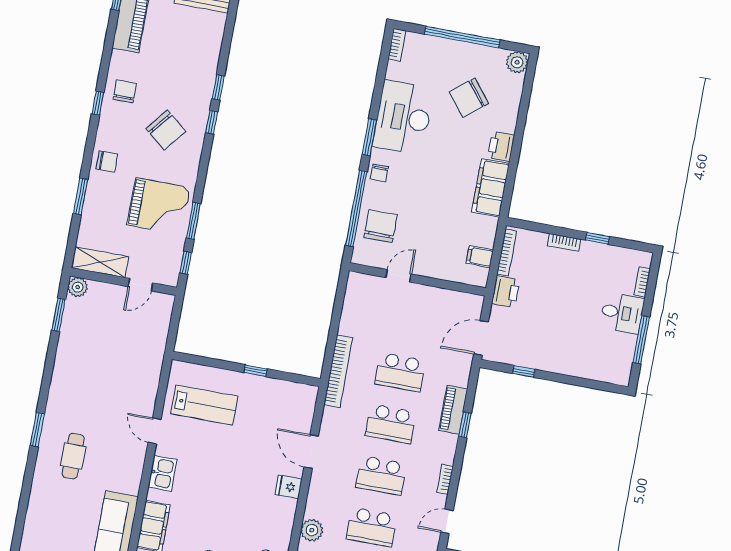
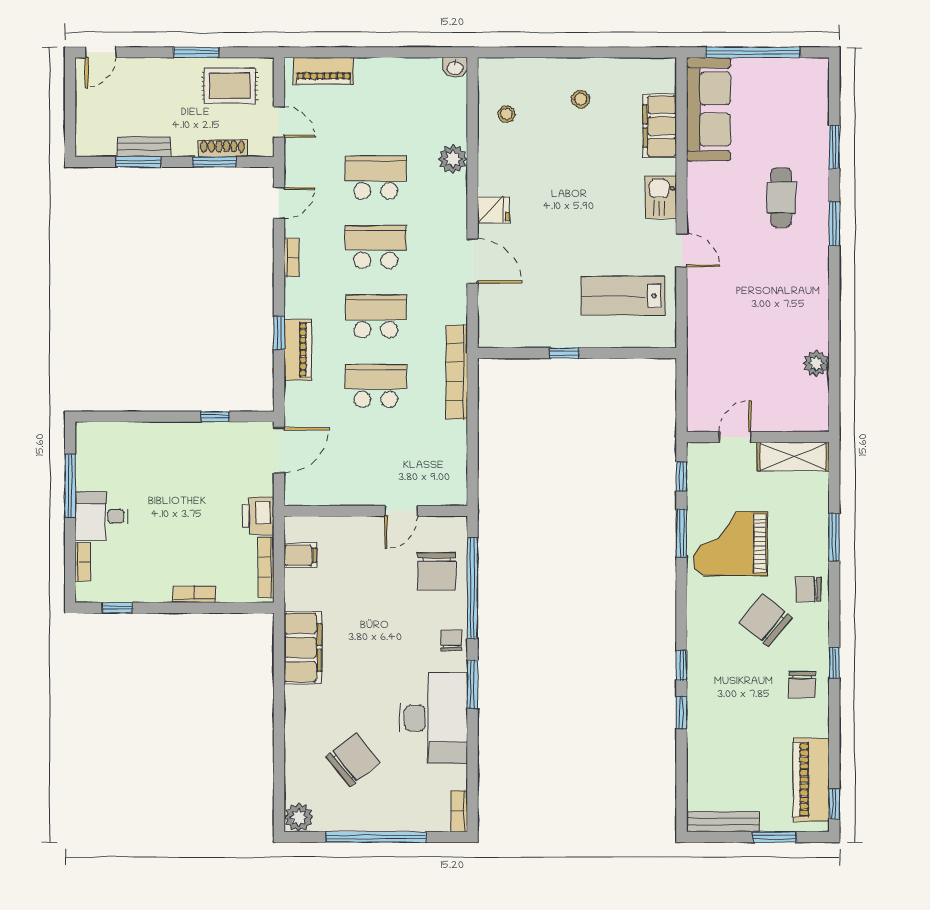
chair: (166, 130) -> (766, 620), moved
printer: (501, 147) -> (299, 704), removed
window: (597, 238) -> (118, 608), moved
plant: (78, 287) -> (816, 363), moved
window: (59, 315) -> (834, 147), moved

